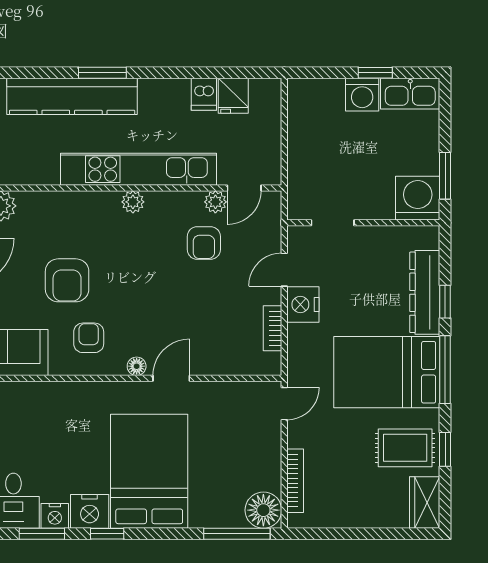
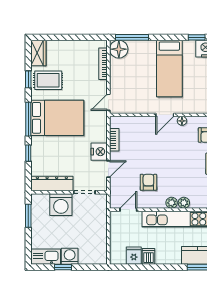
washing machine: (418, 198) -> (61, 205), moved
plant: (215, 202) -> (172, 203), moved
dresser: (425, 292) -> (52, 184), moved, turned -90
bed: (149, 471) -> (169, 69), width x0.67

